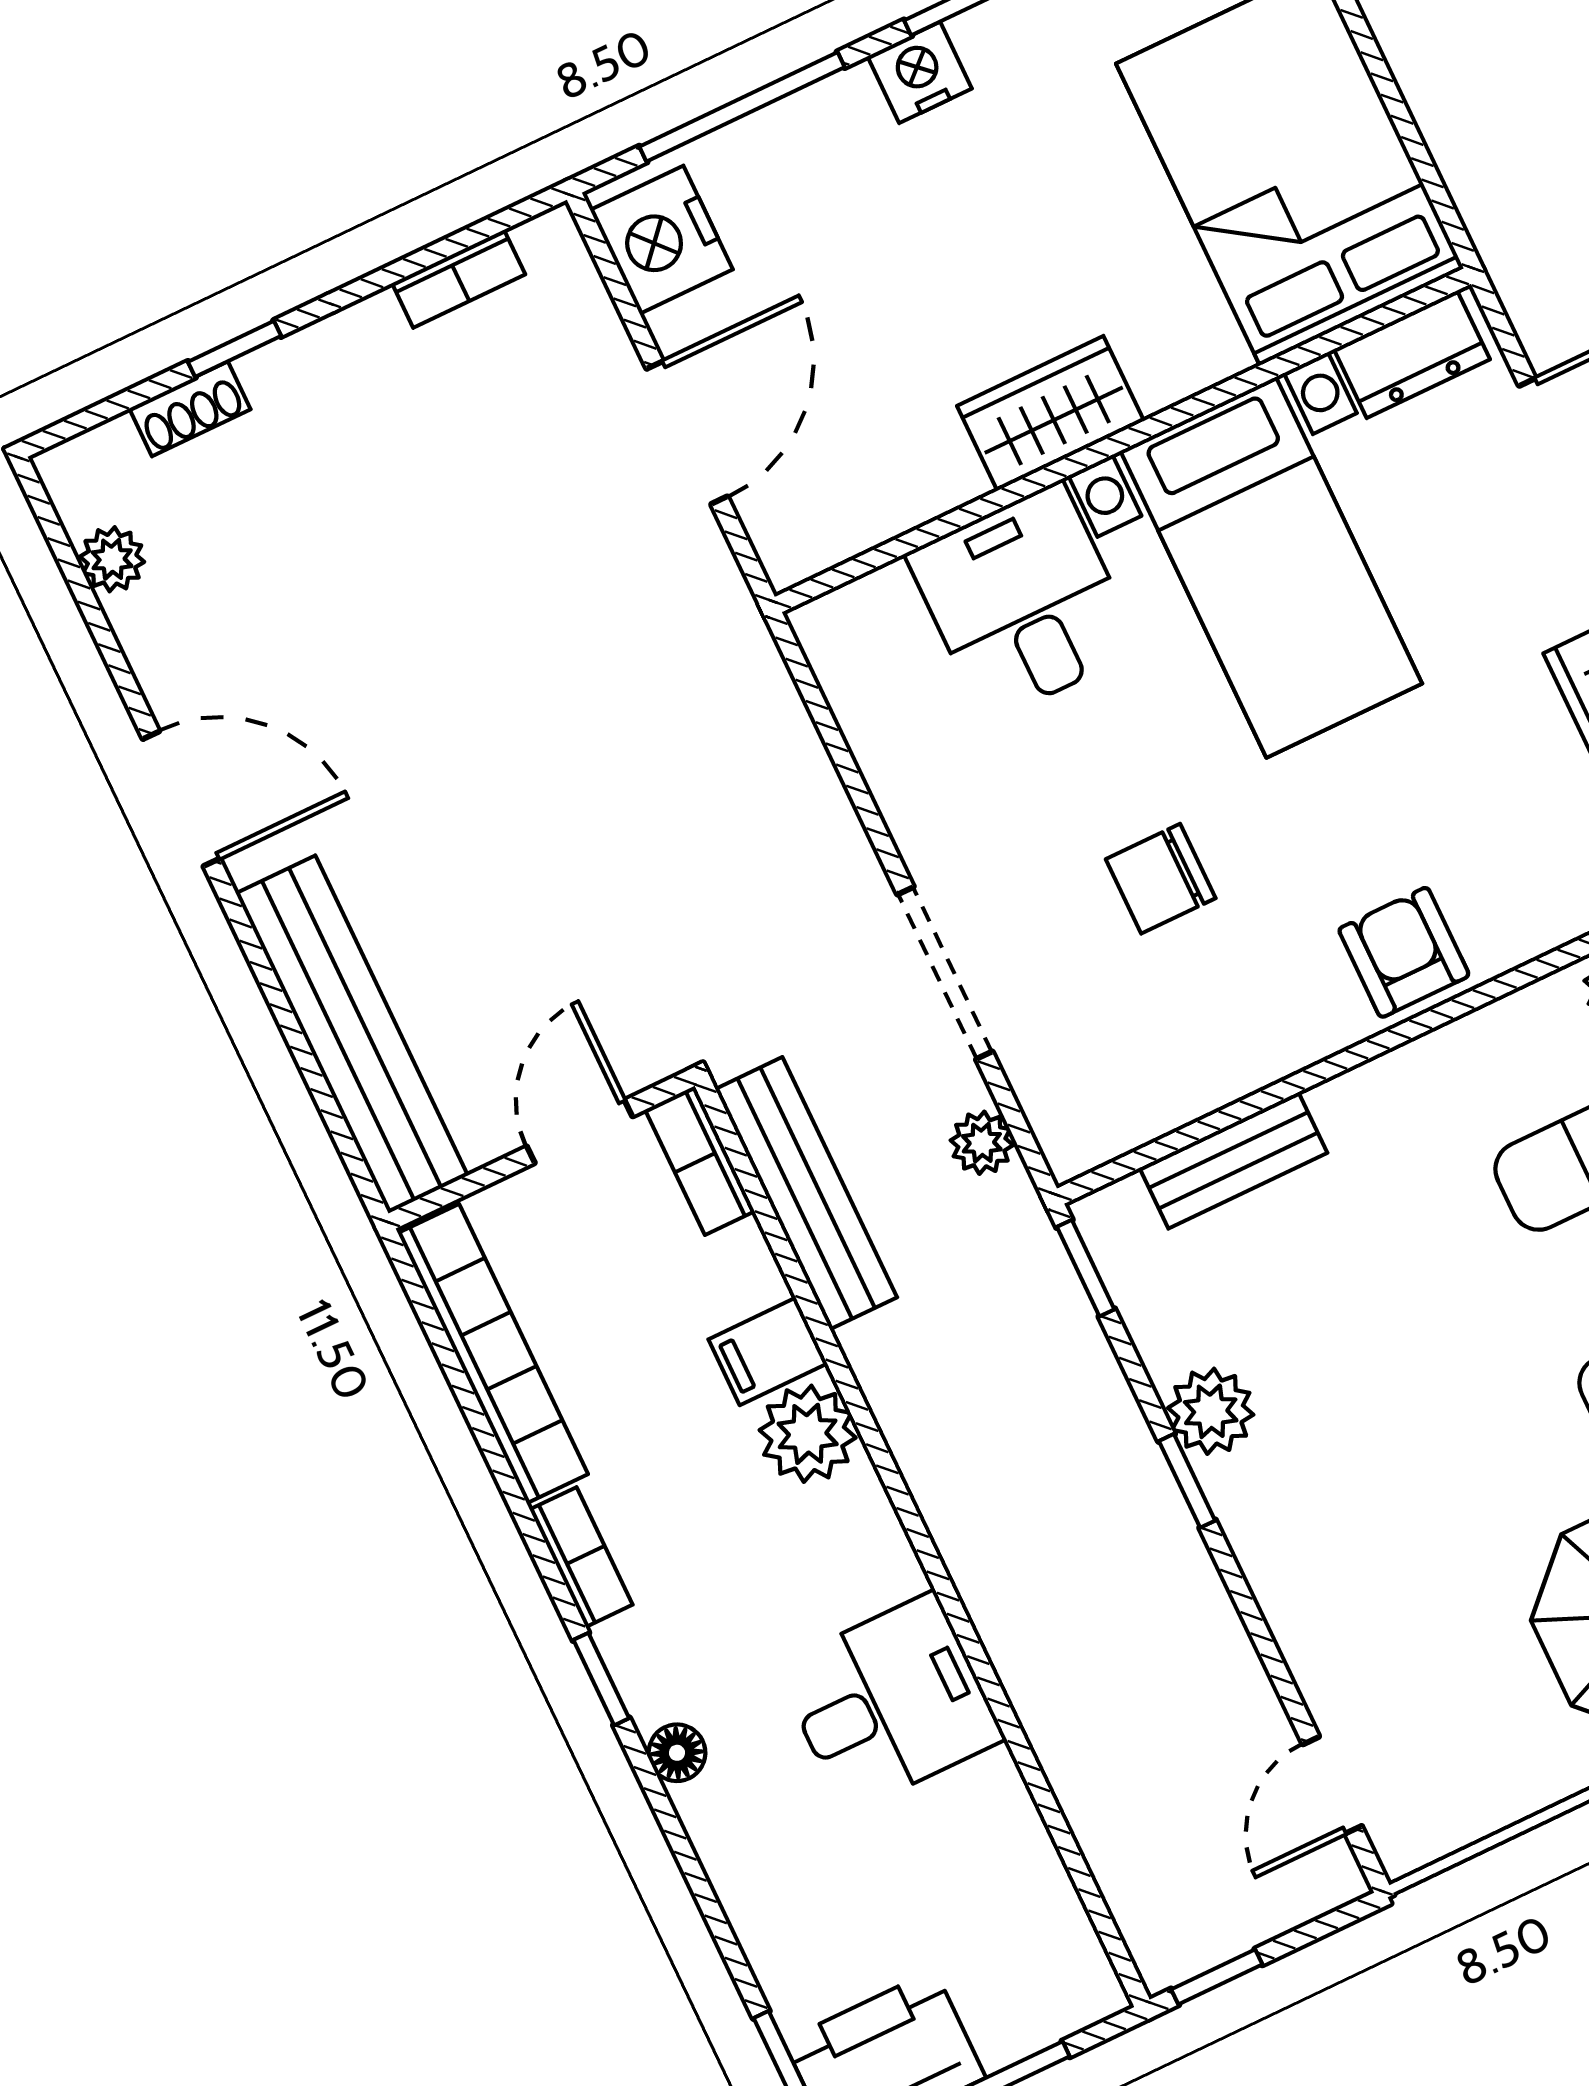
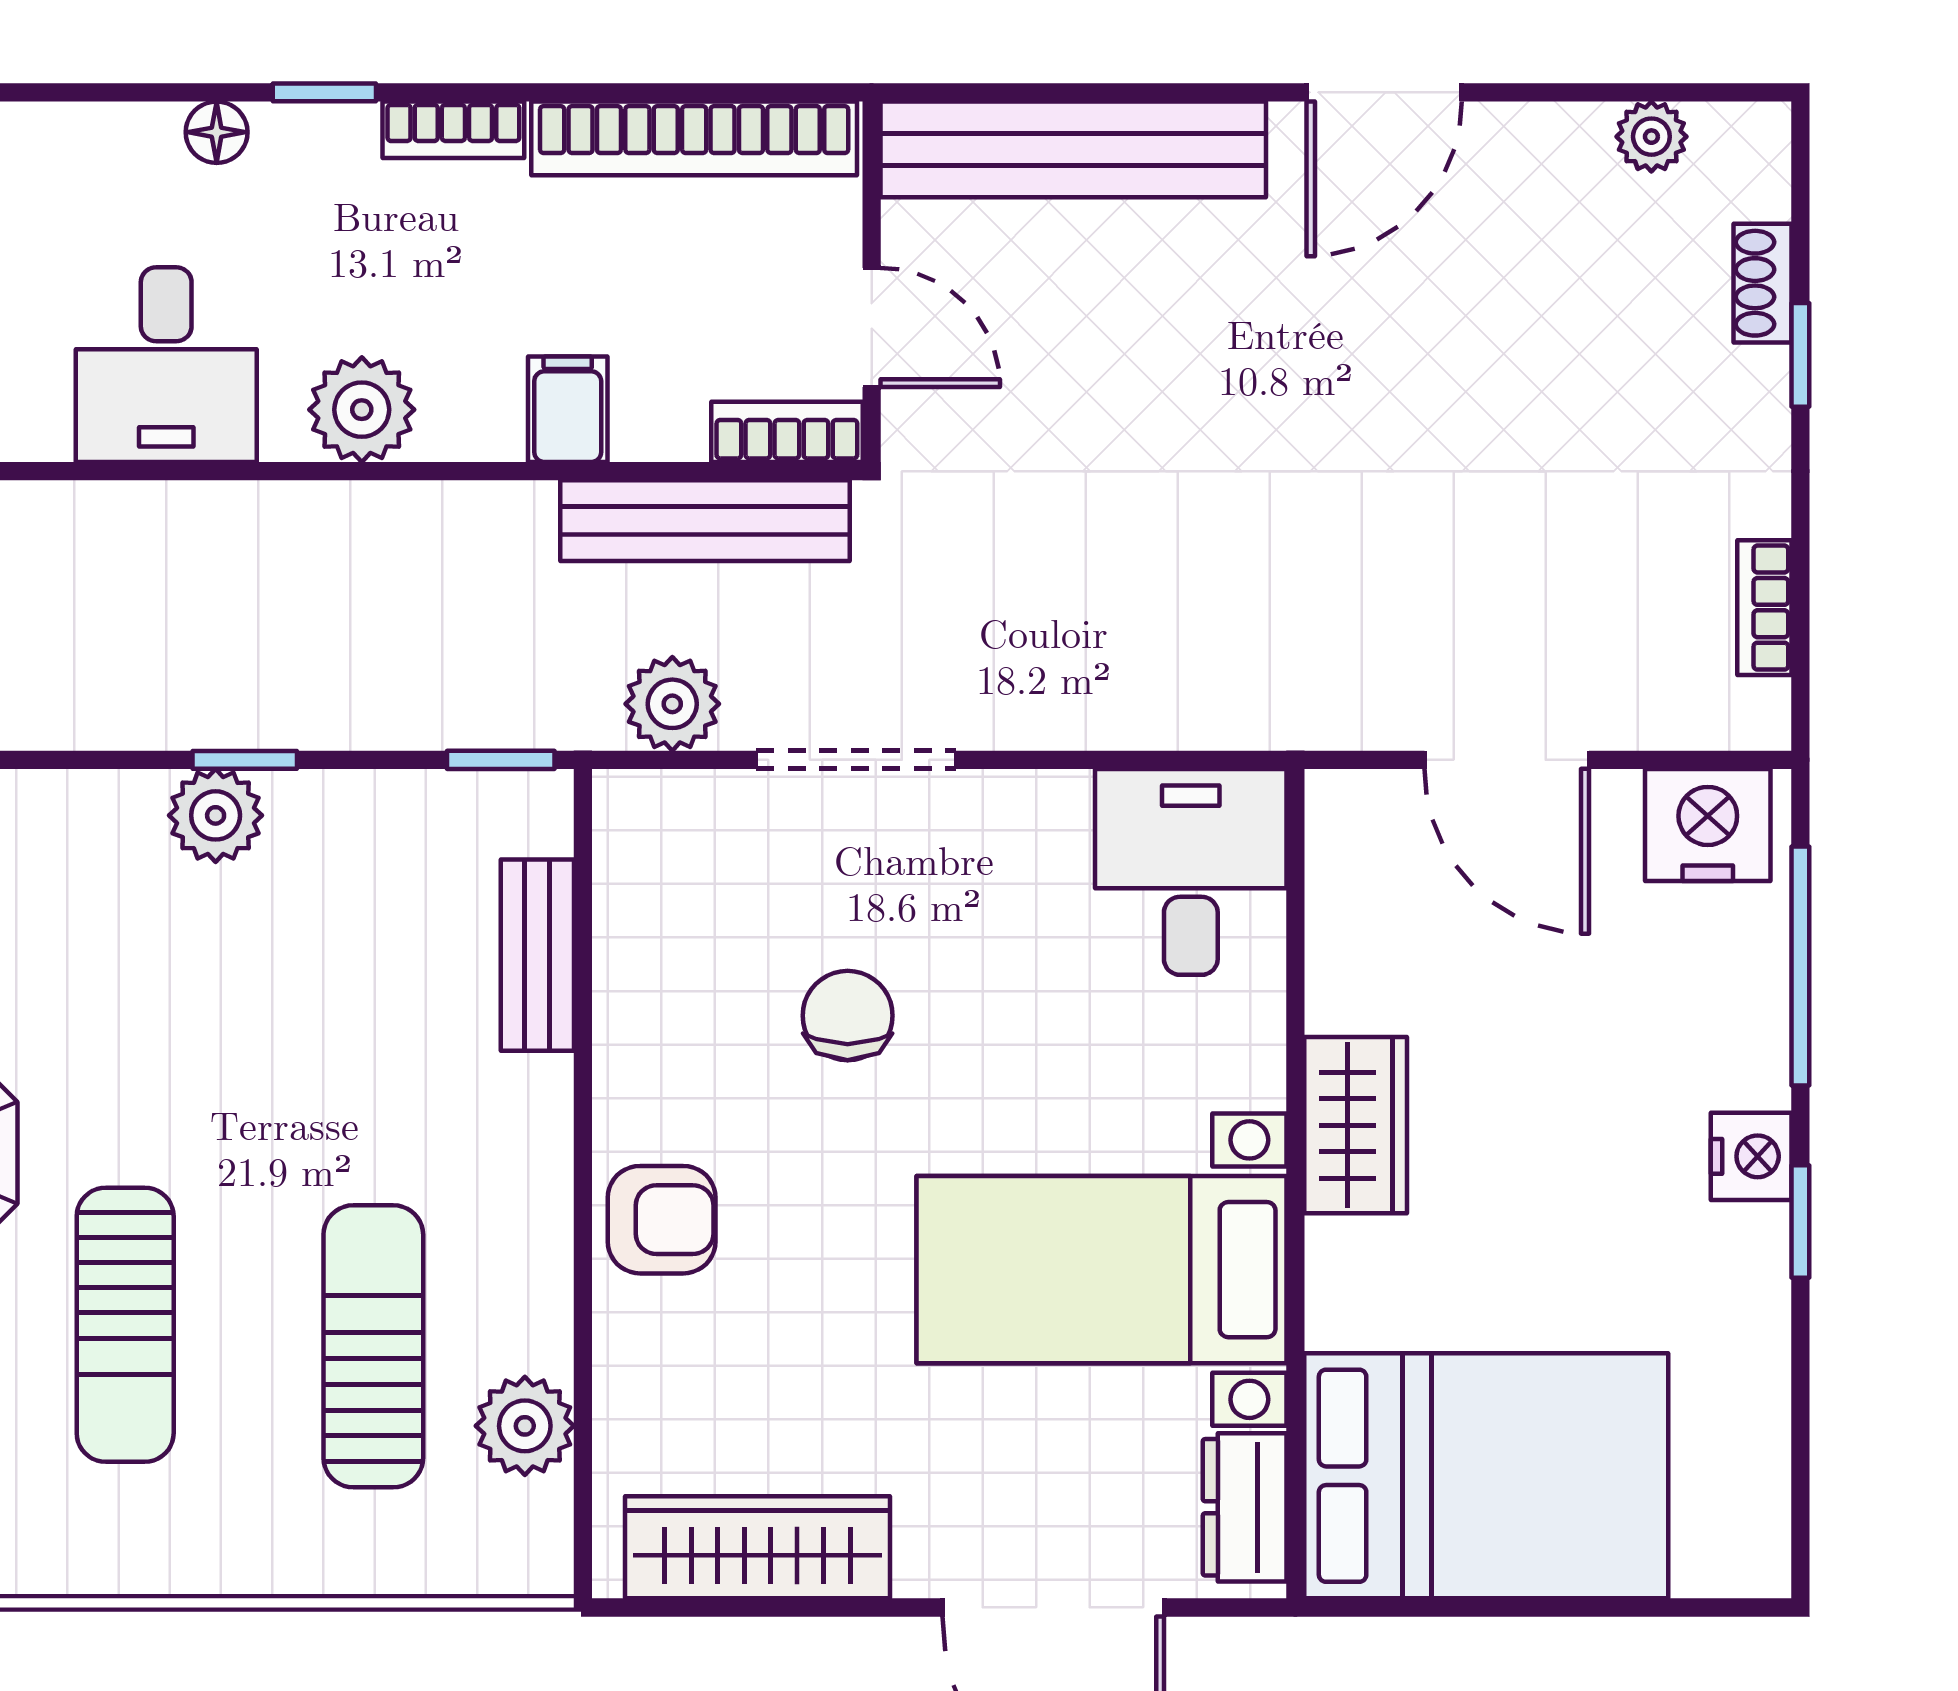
desk: (1024, 602) -> (1191, 872), moved, turned -90
plant: (982, 1143) -> (672, 704), width x1.38, depth x1.38
plant: (1211, 1411) -> (216, 815), moved
plant: (808, 1434) -> (362, 410), moved

